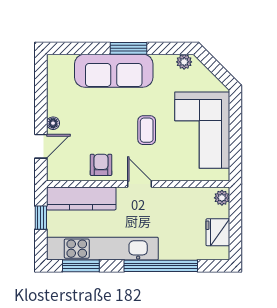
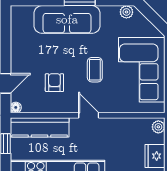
floor lamp: (53, 123) -> (16, 107), moved
armchair: (101, 165) -> (54, 83), moved

